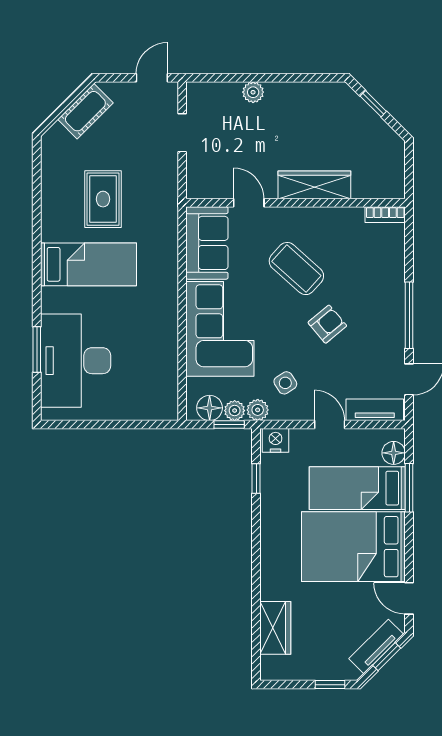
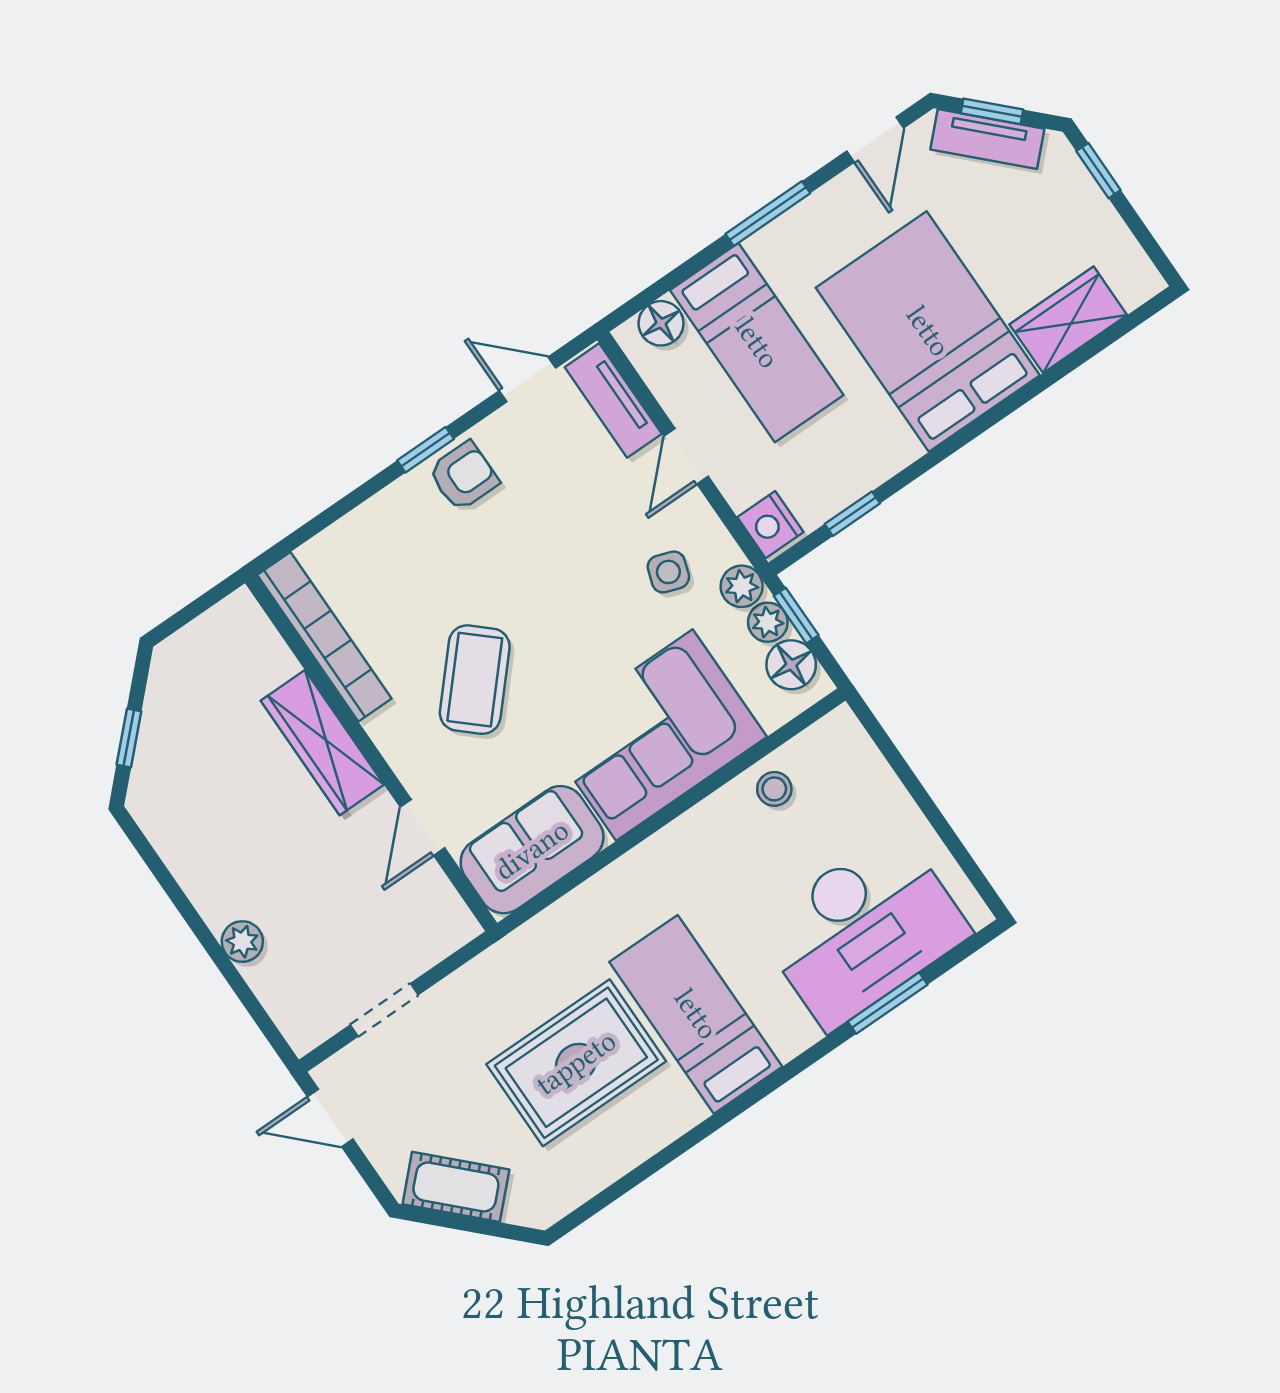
rug: (103, 199) -> (576, 1063), width x1.36, depth x1.43
bookcase: (385, 215) -> (324, 637), width x2.31, depth x1.31
window: (409, 315) -> (426, 450), width x0.46
armchair: (327, 324) -> (464, 476), moved, turned 130
stool: (162, 364) -> (774, 789), added
side table: (285, 383) -> (668, 572), turned -38
window: (409, 488) -> (768, 214), moved
bed: (353, 547) -> (928, 331), moved, turned 180

